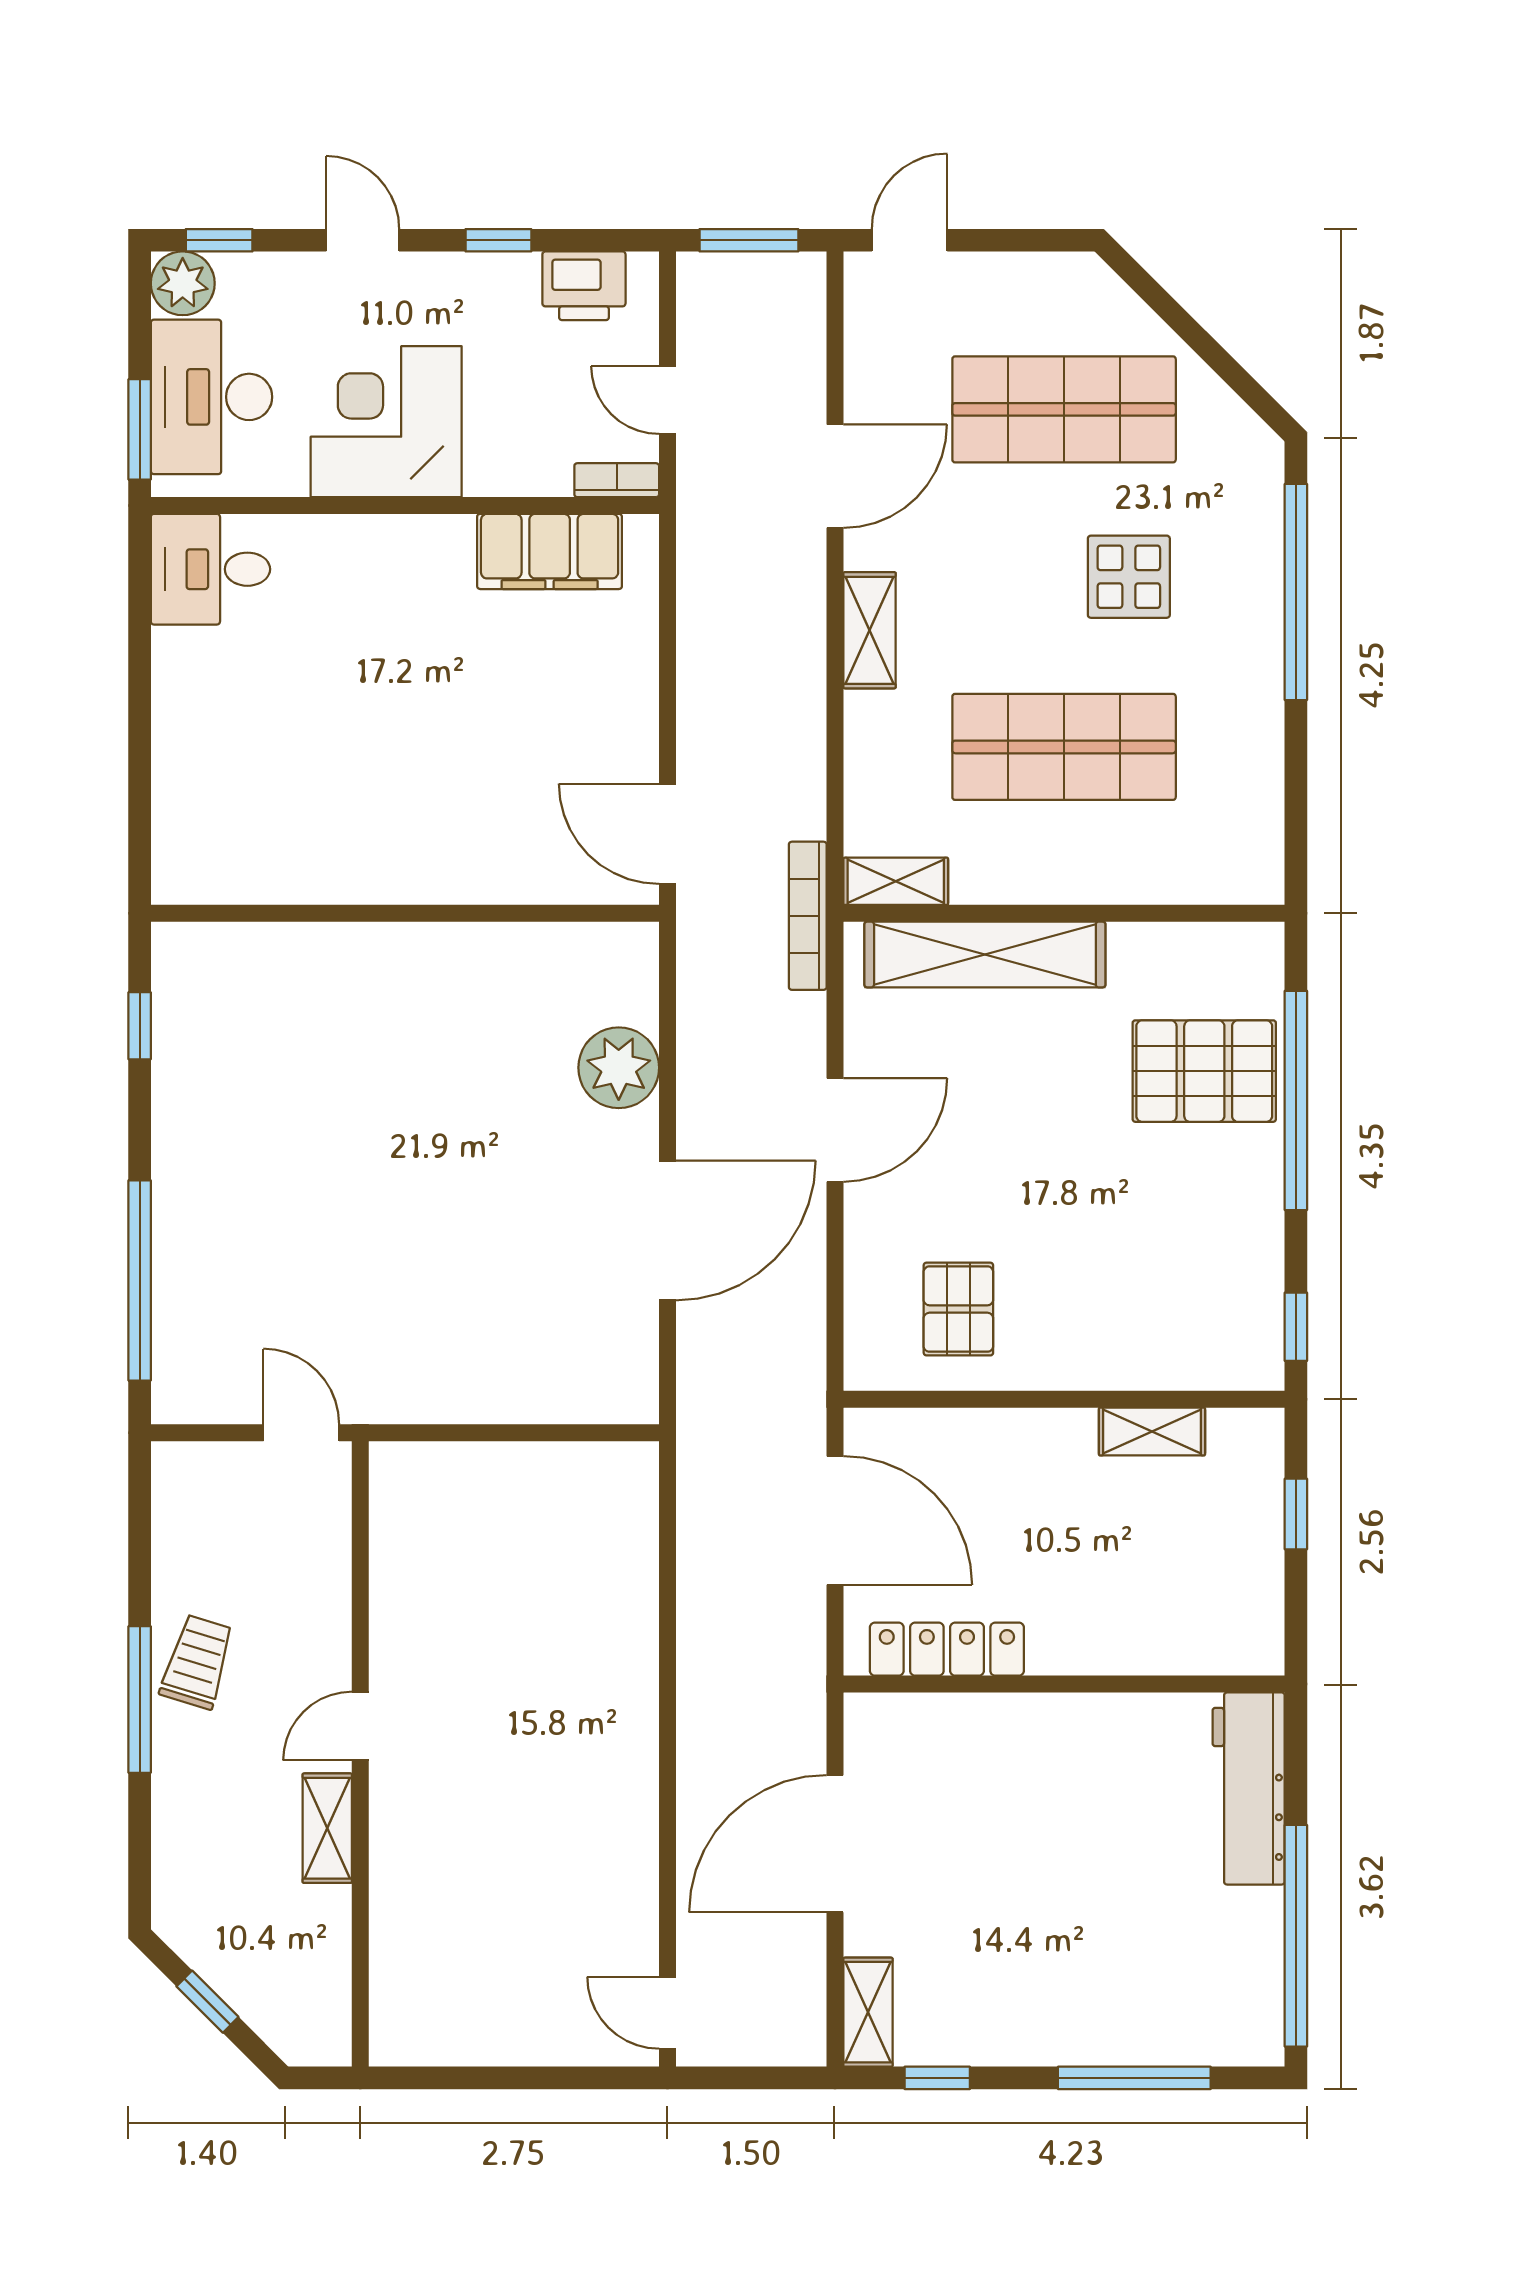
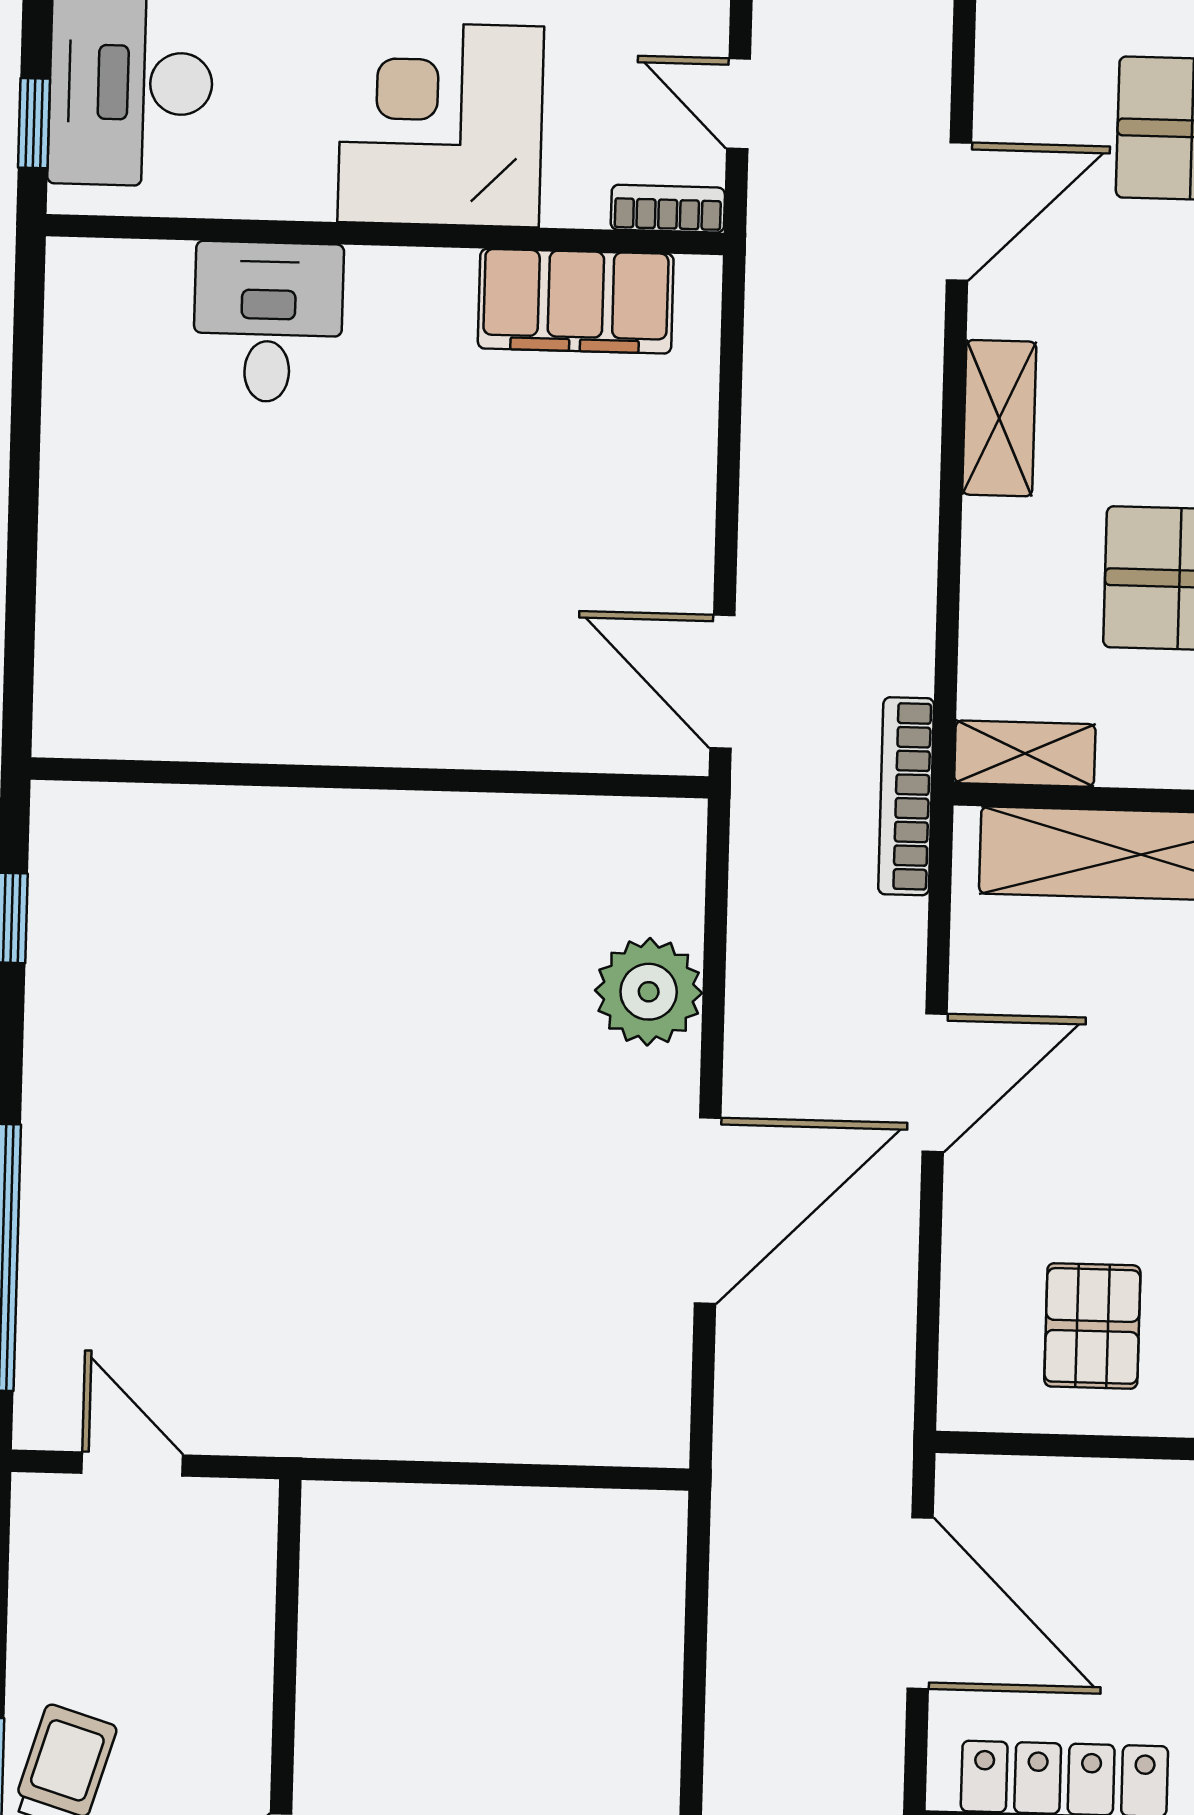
corner desk: (386, 422) -> (441, 124), moved
window: (140, 429) -> (34, 123), width x0.67
desk: (210, 569) -> (268, 322), moved, turned 90
door: (301, 1433) -> (132, 1464), moved

